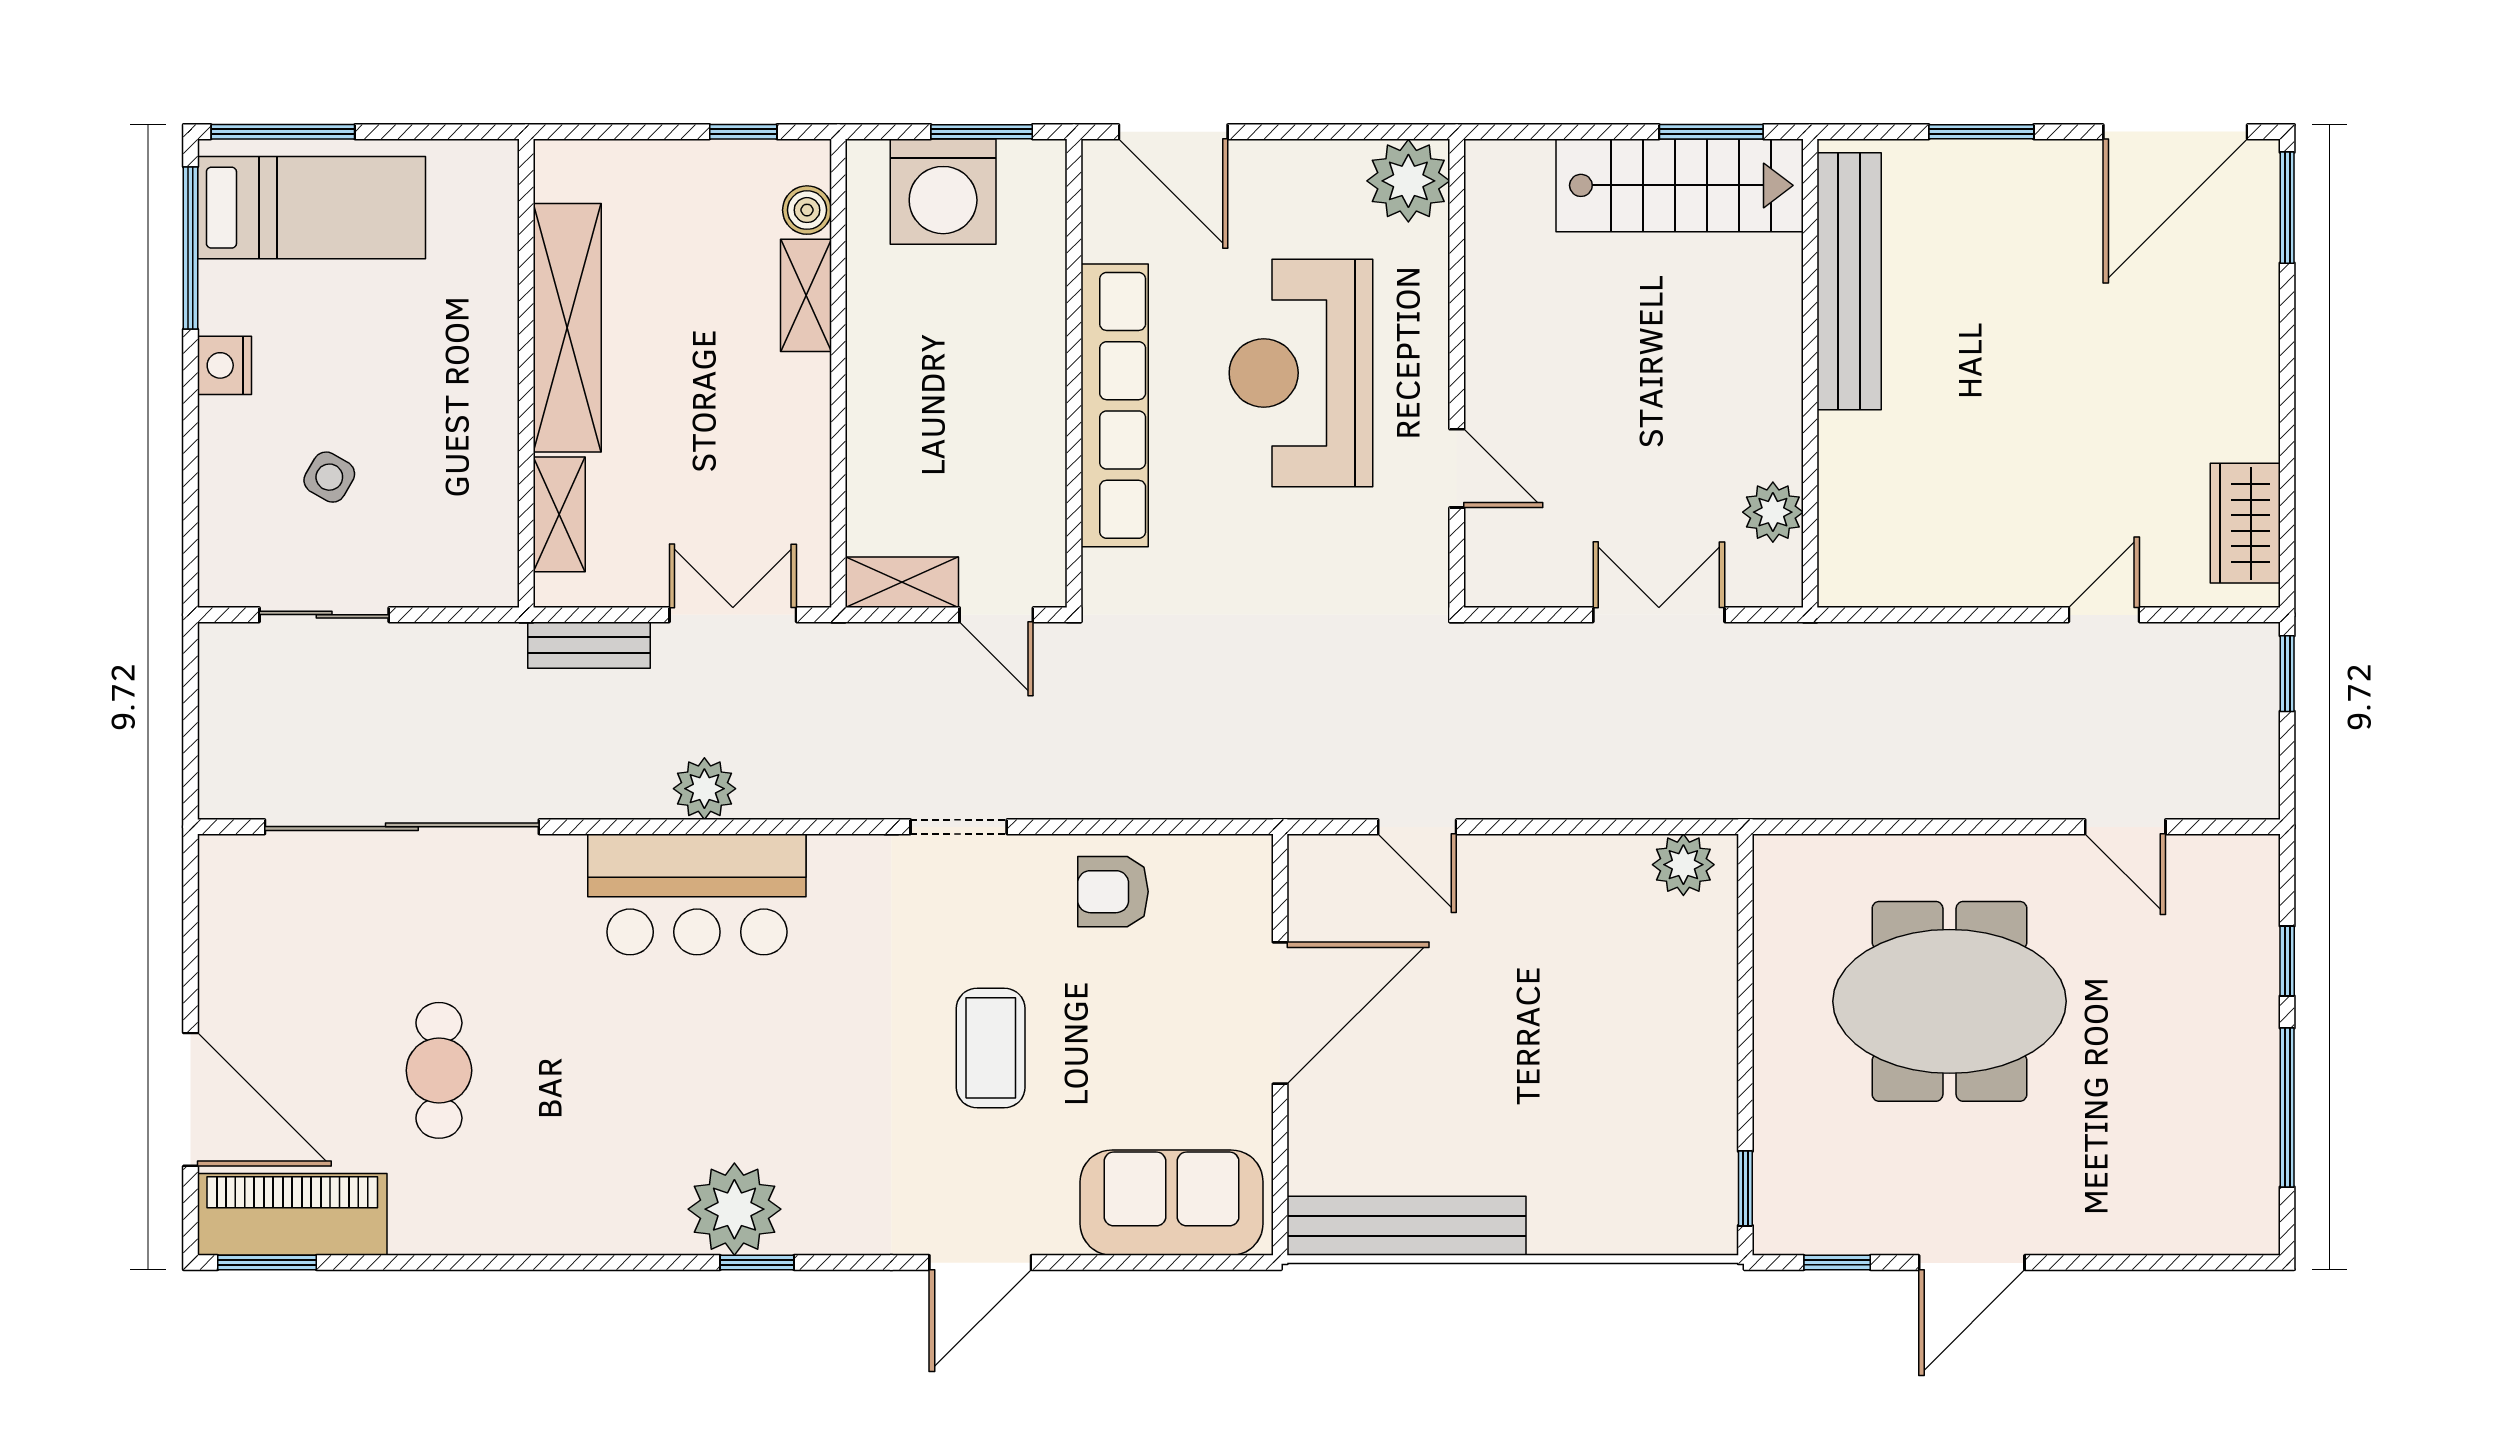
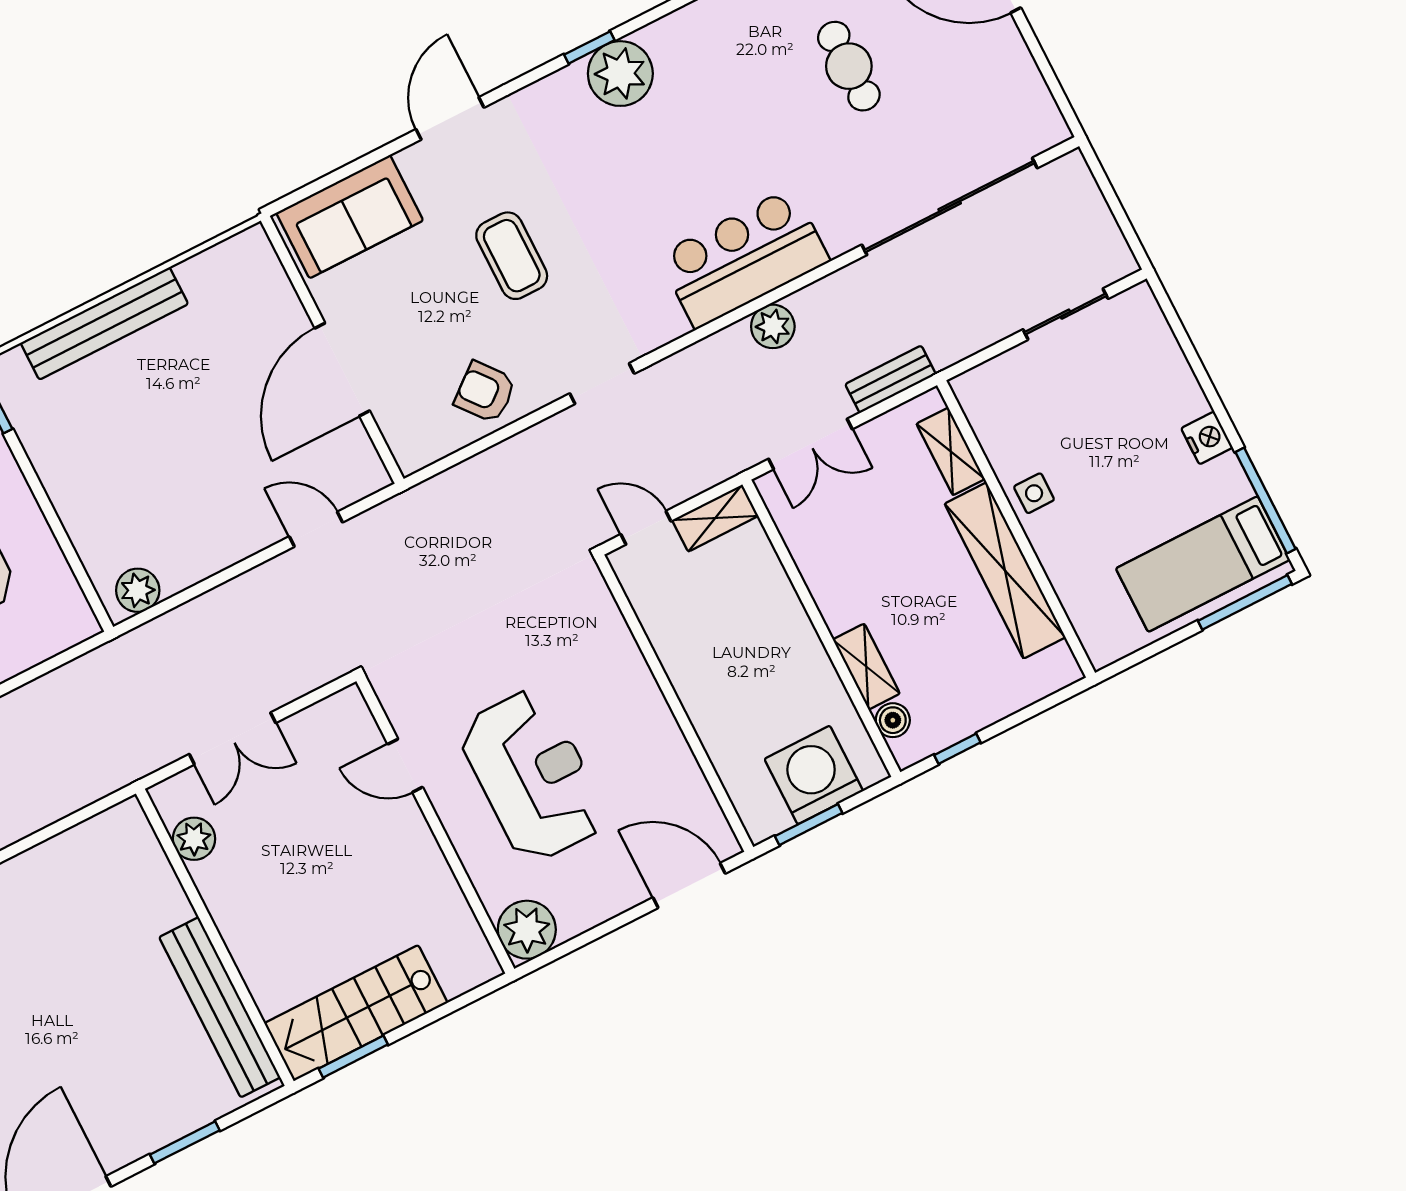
row of seats: (1115, 405) -> (639, 696), removed
side table: (329, 477) -> (1034, 493), moved, turned -30
armchair: (1113, 892) -> (485, 392), turned -129
bench: (1407, 1226) -> (104, 323), moved

